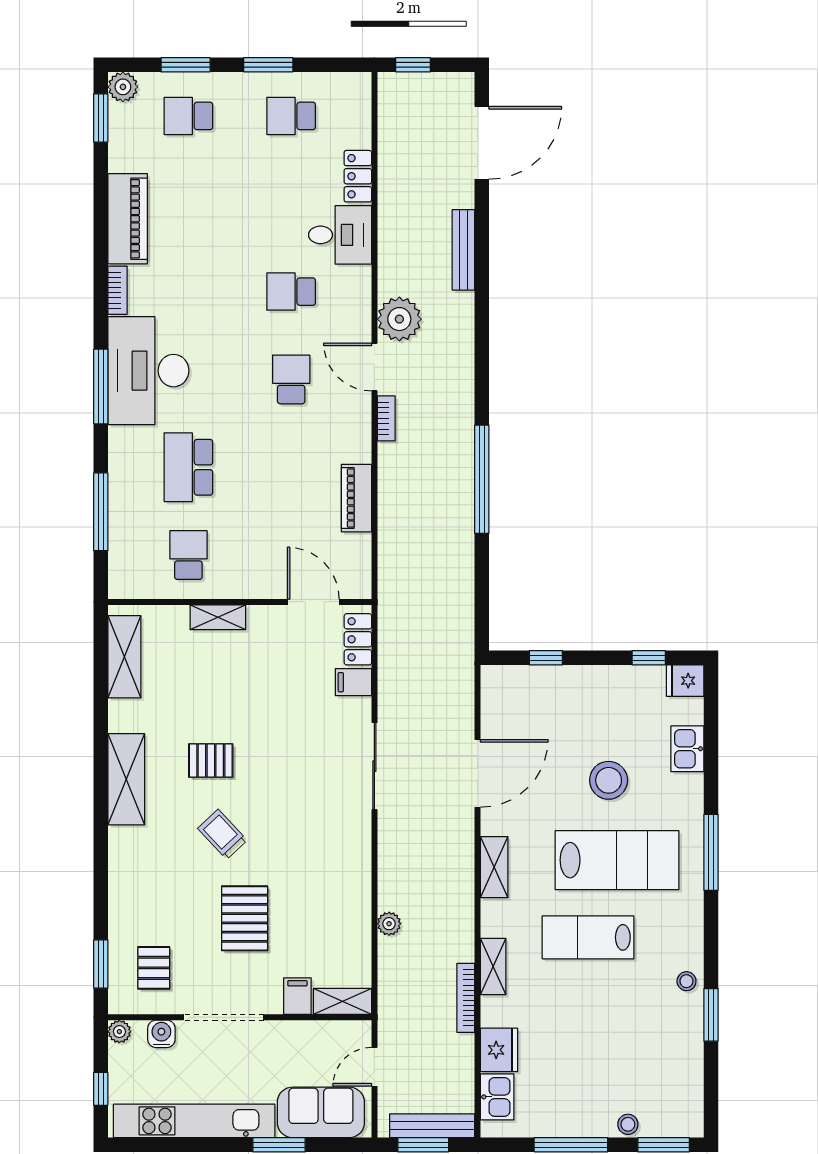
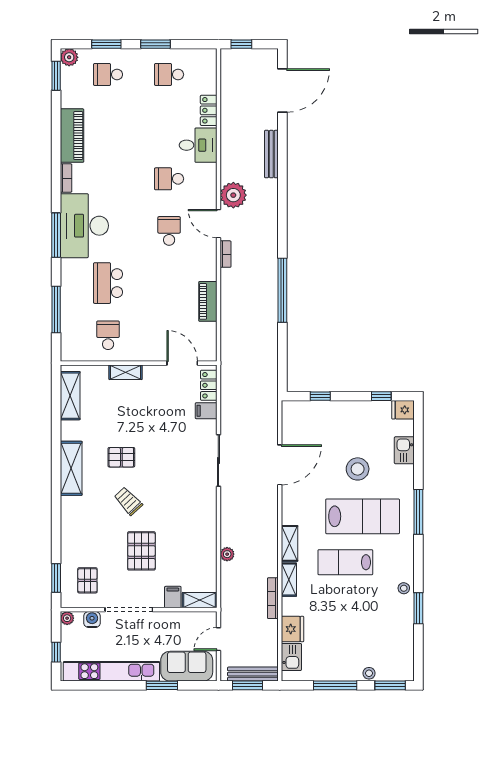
shelving: (494, 867) -> (290, 543), moved

